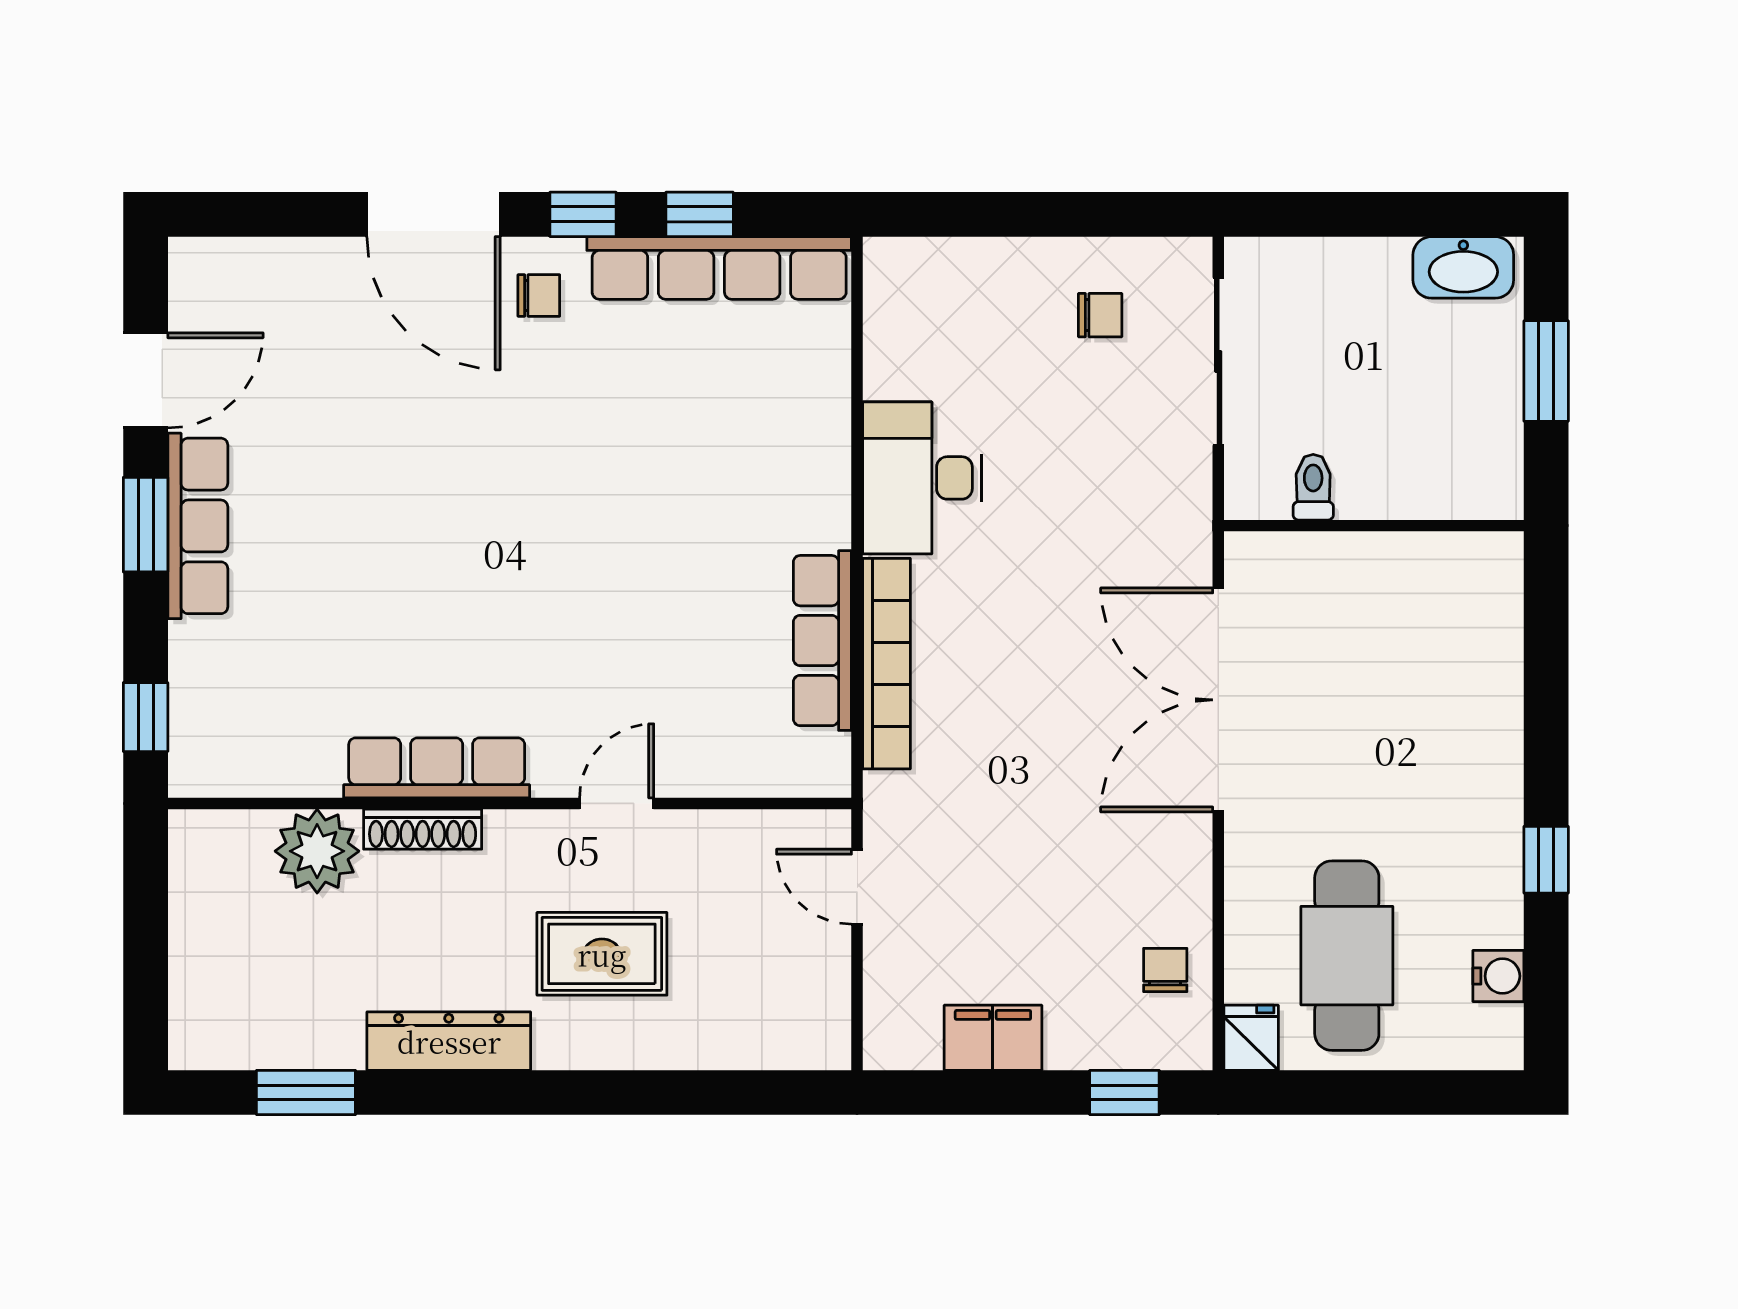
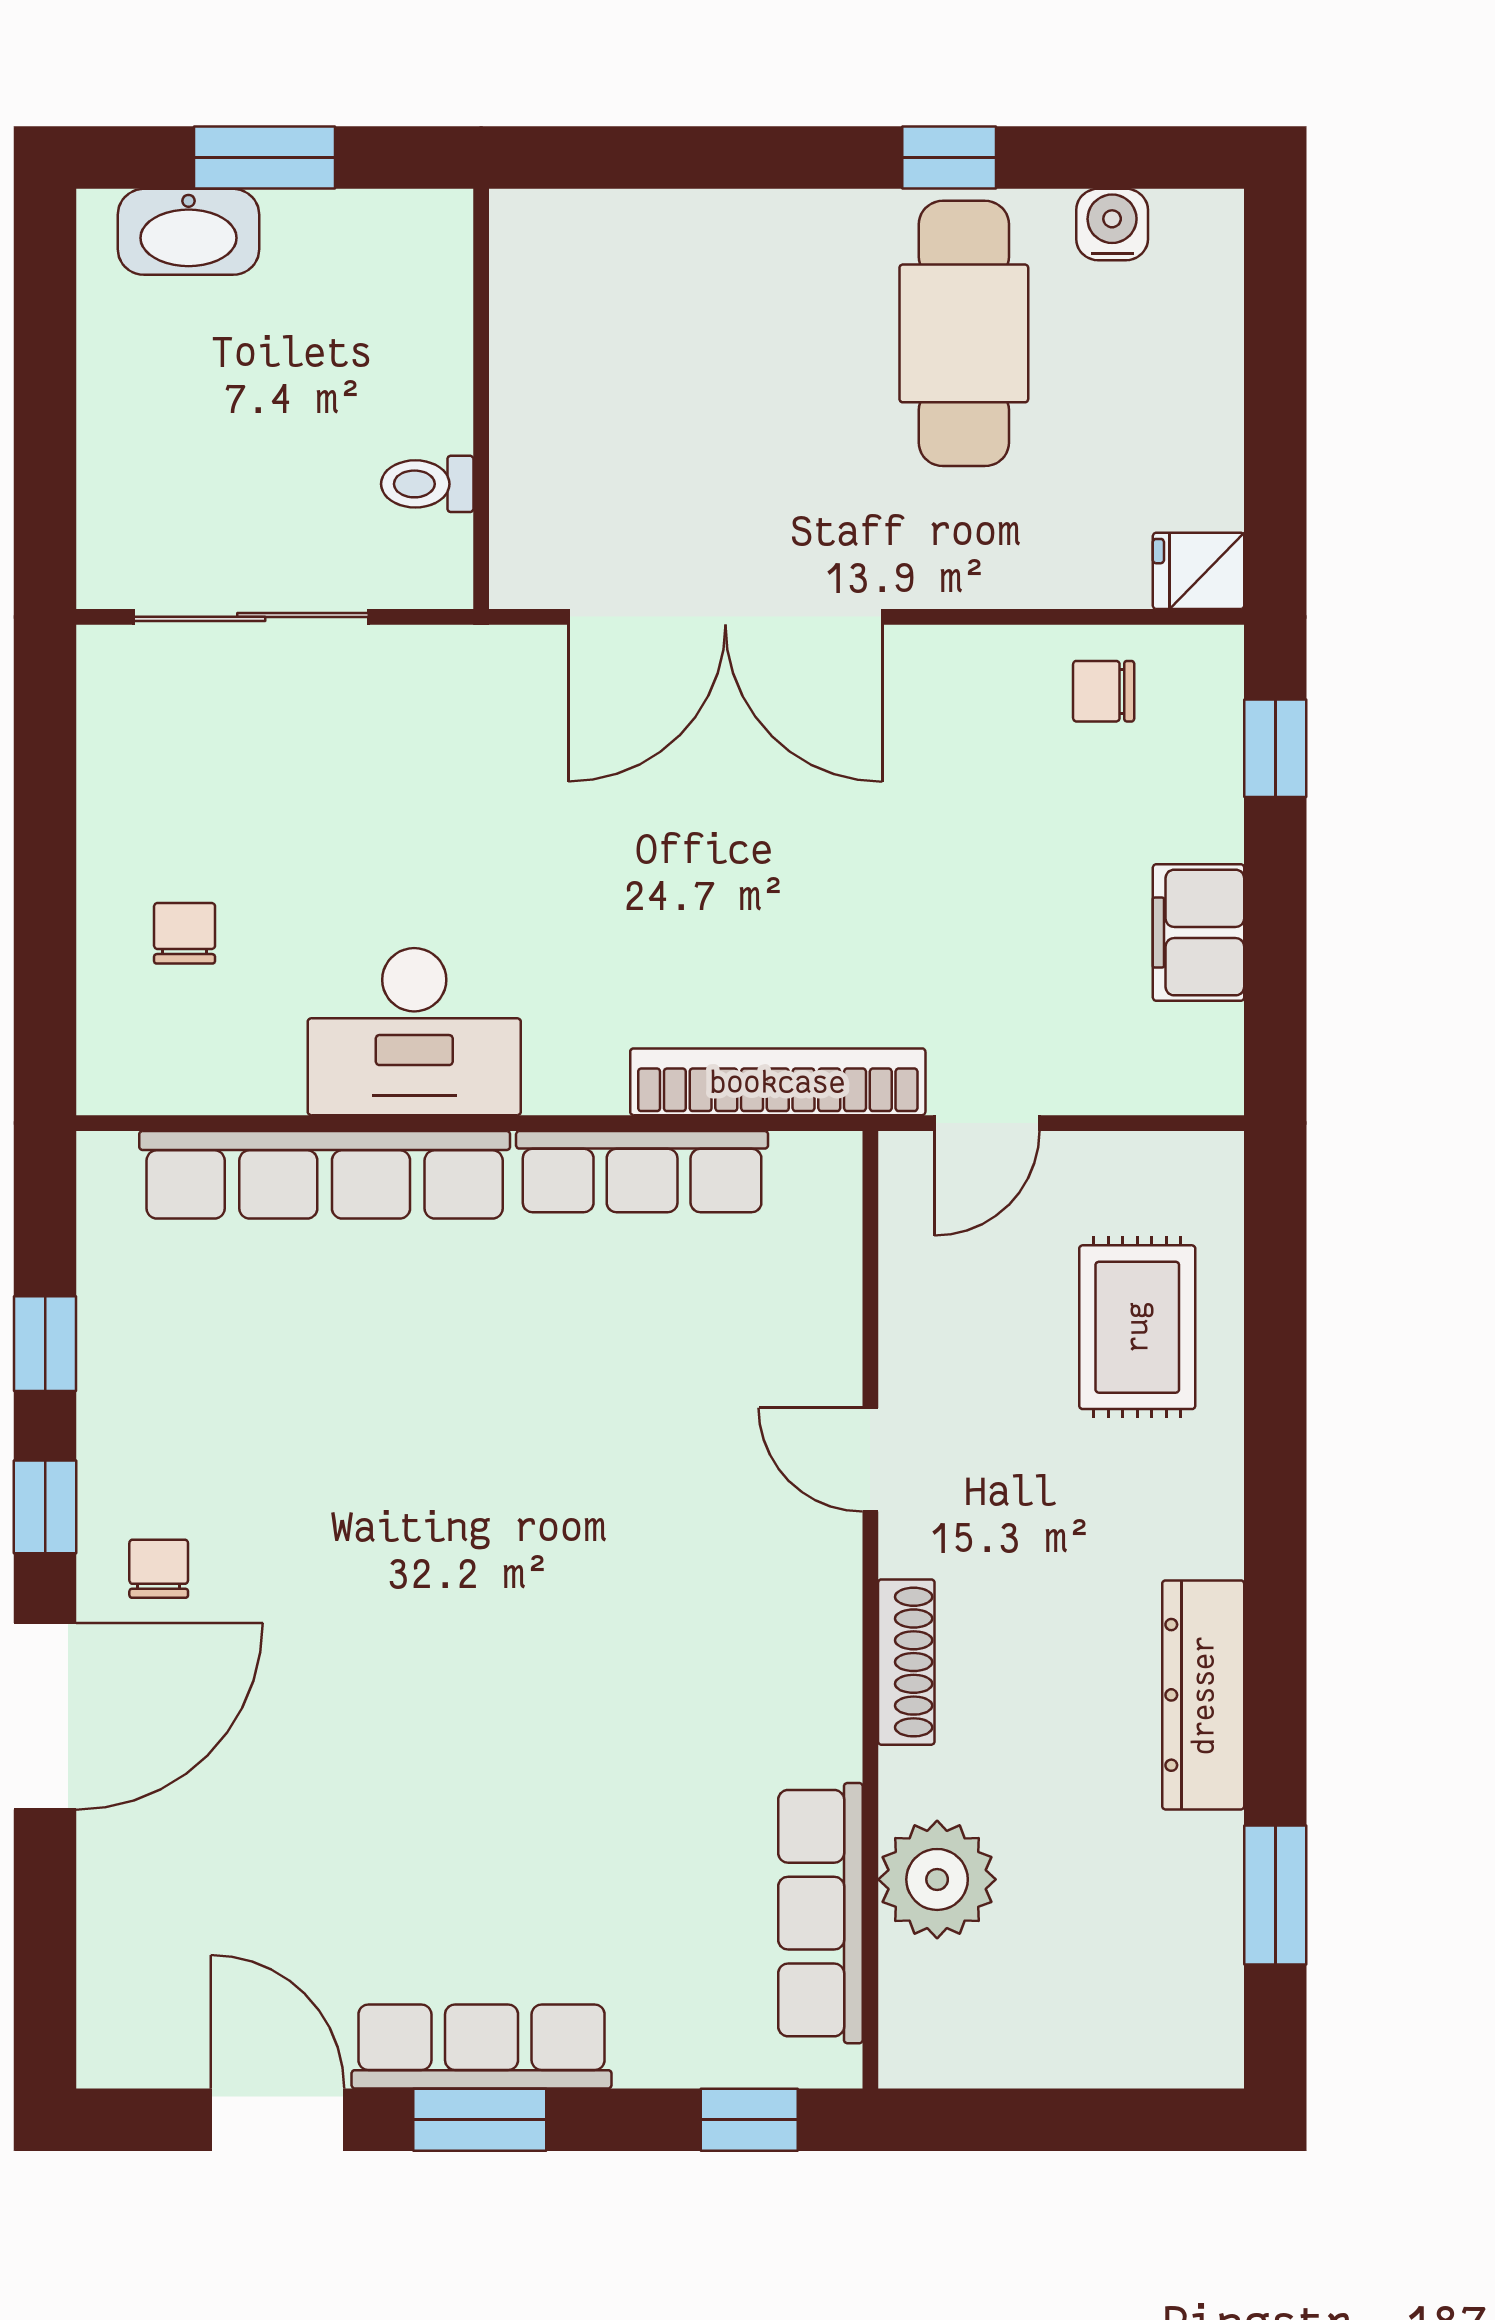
washbasin: (1463, 267) -> (189, 232), moved, turned 90
row of seats: (719, 268) -> (325, 1175), moved, turned 90
chair: (1100, 315) -> (185, 933), moved
bookcase: (886, 664) -> (778, 1082), moved
row of seats: (437, 768) -> (820, 1913), moved
shoe rack: (423, 829) -> (906, 1662), moved
rug: (602, 954) -> (1137, 1327), moved
cafe table: (1347, 956) -> (964, 333), moved, turned 90

